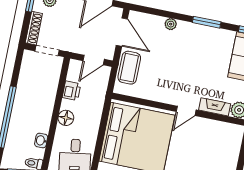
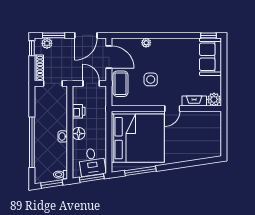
window: (207, 22) -> (174, 35), removed
door: (94, 60) -> (91, 83), swing flipped
side table: (167, 70) -> (151, 79), added
washbasin: (41, 141) -> (63, 136), moved

